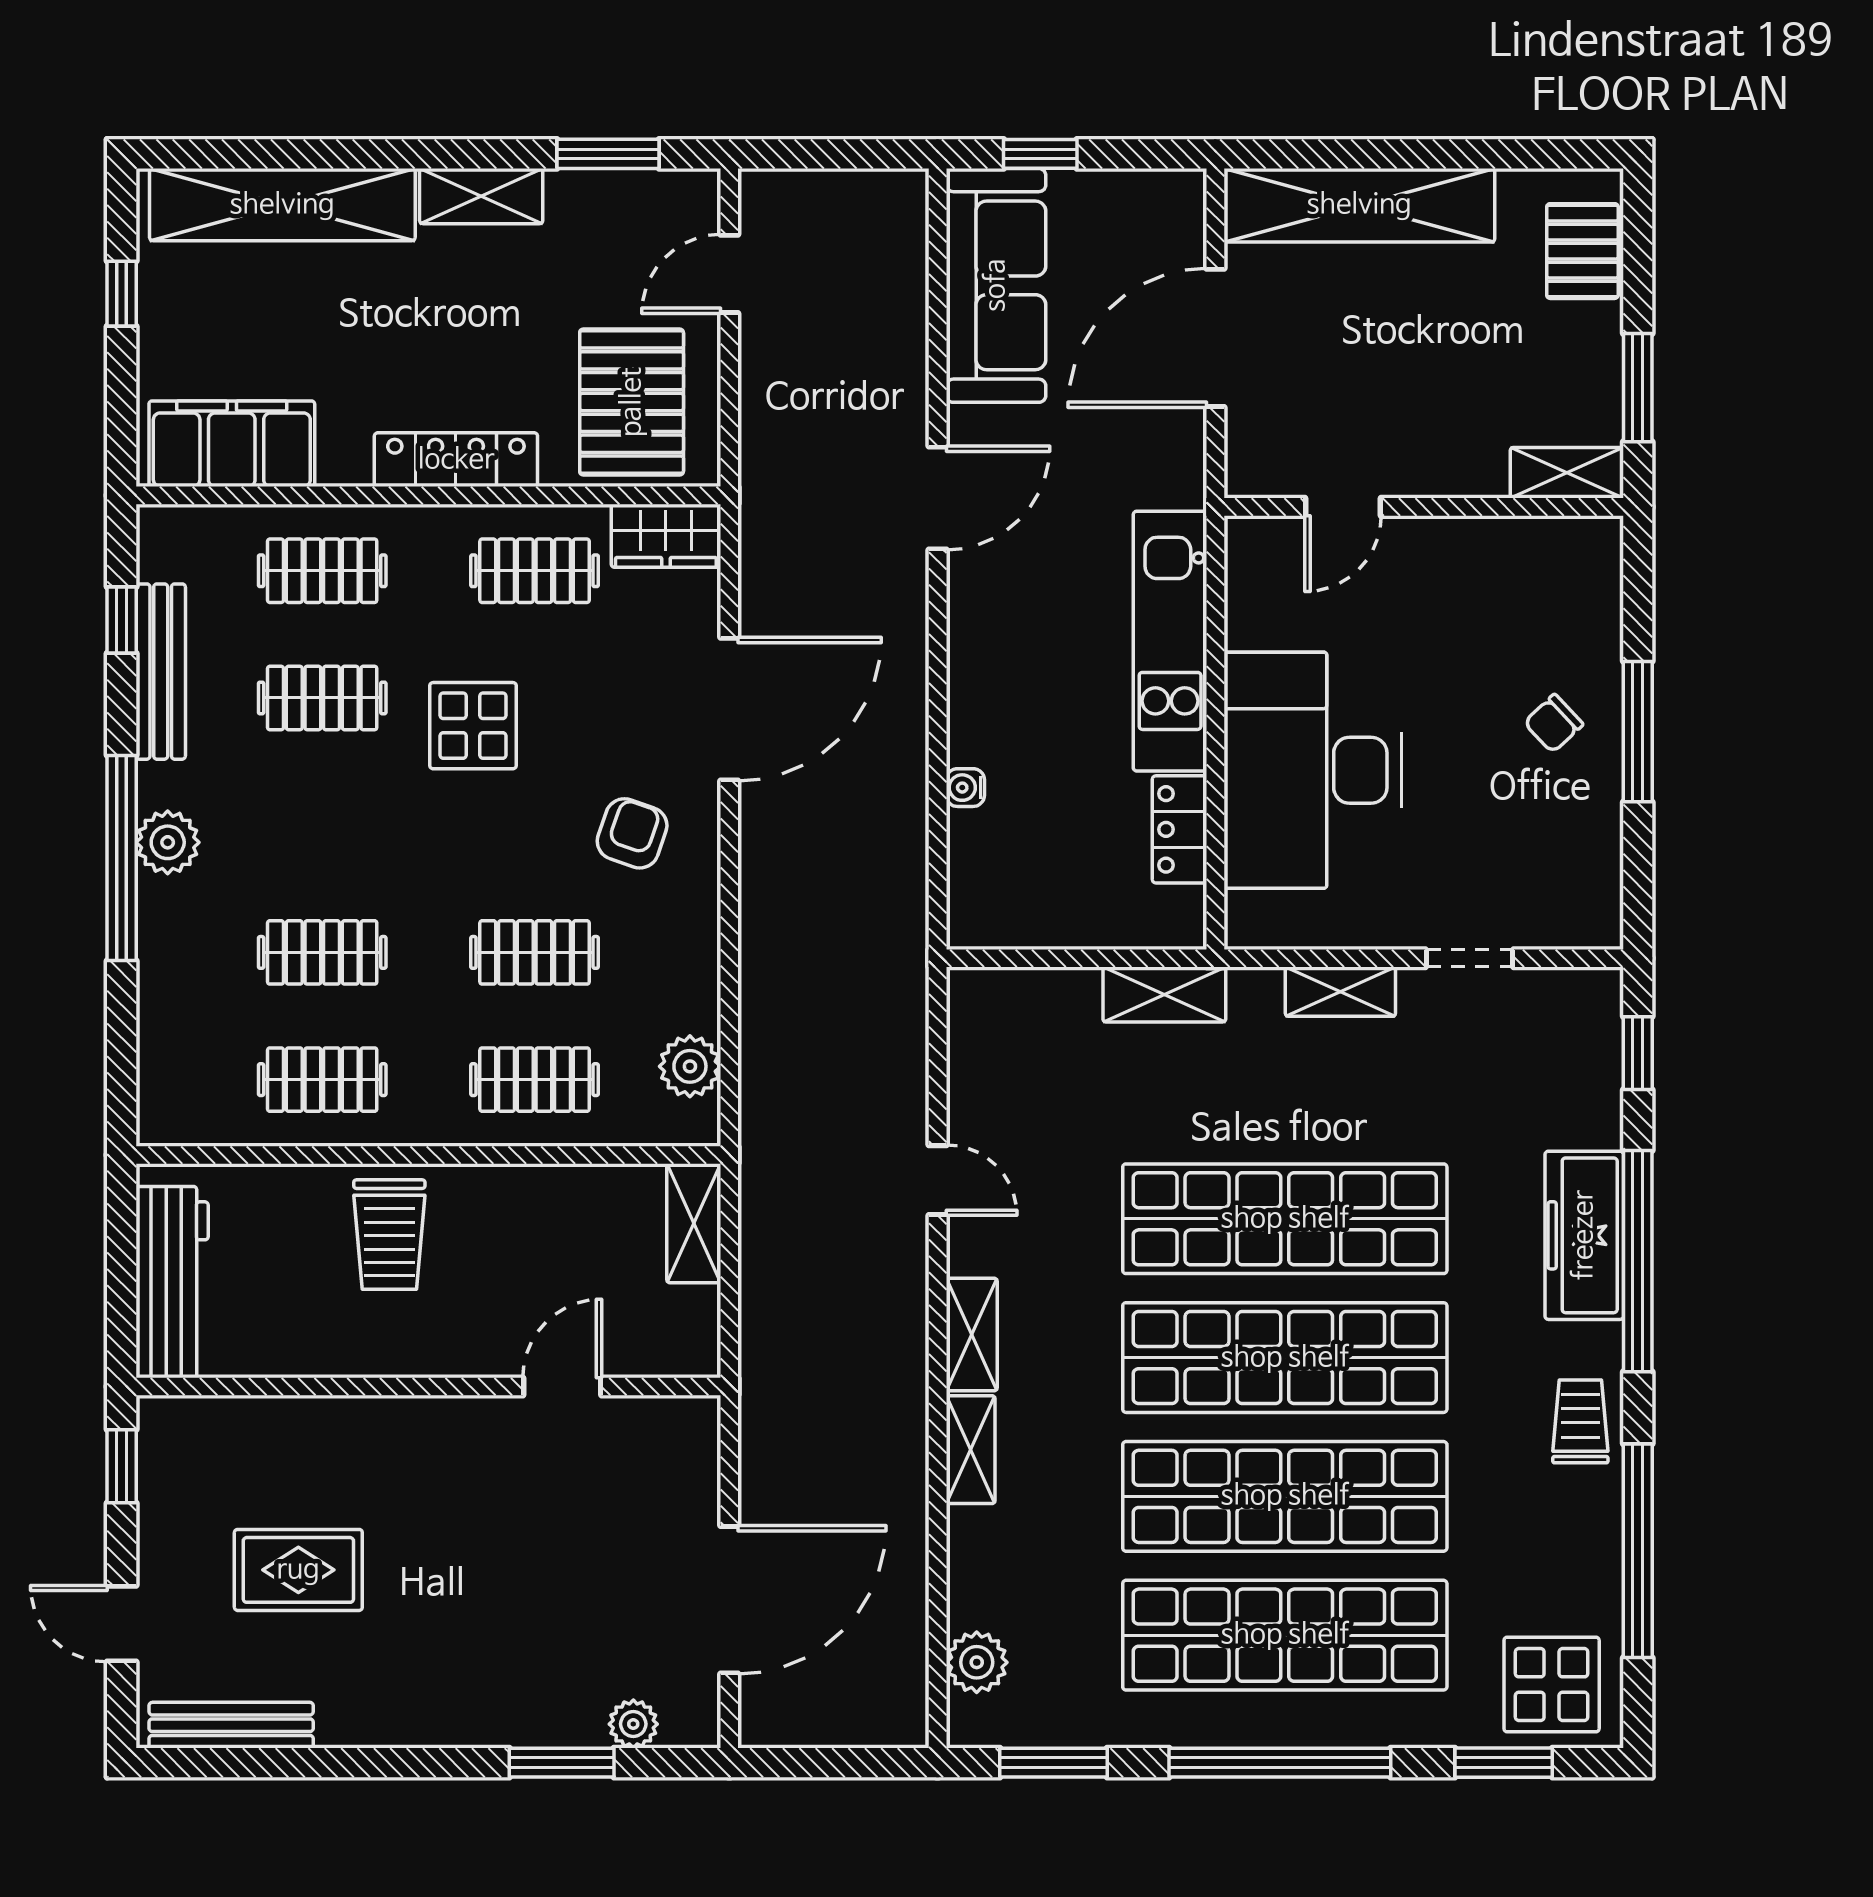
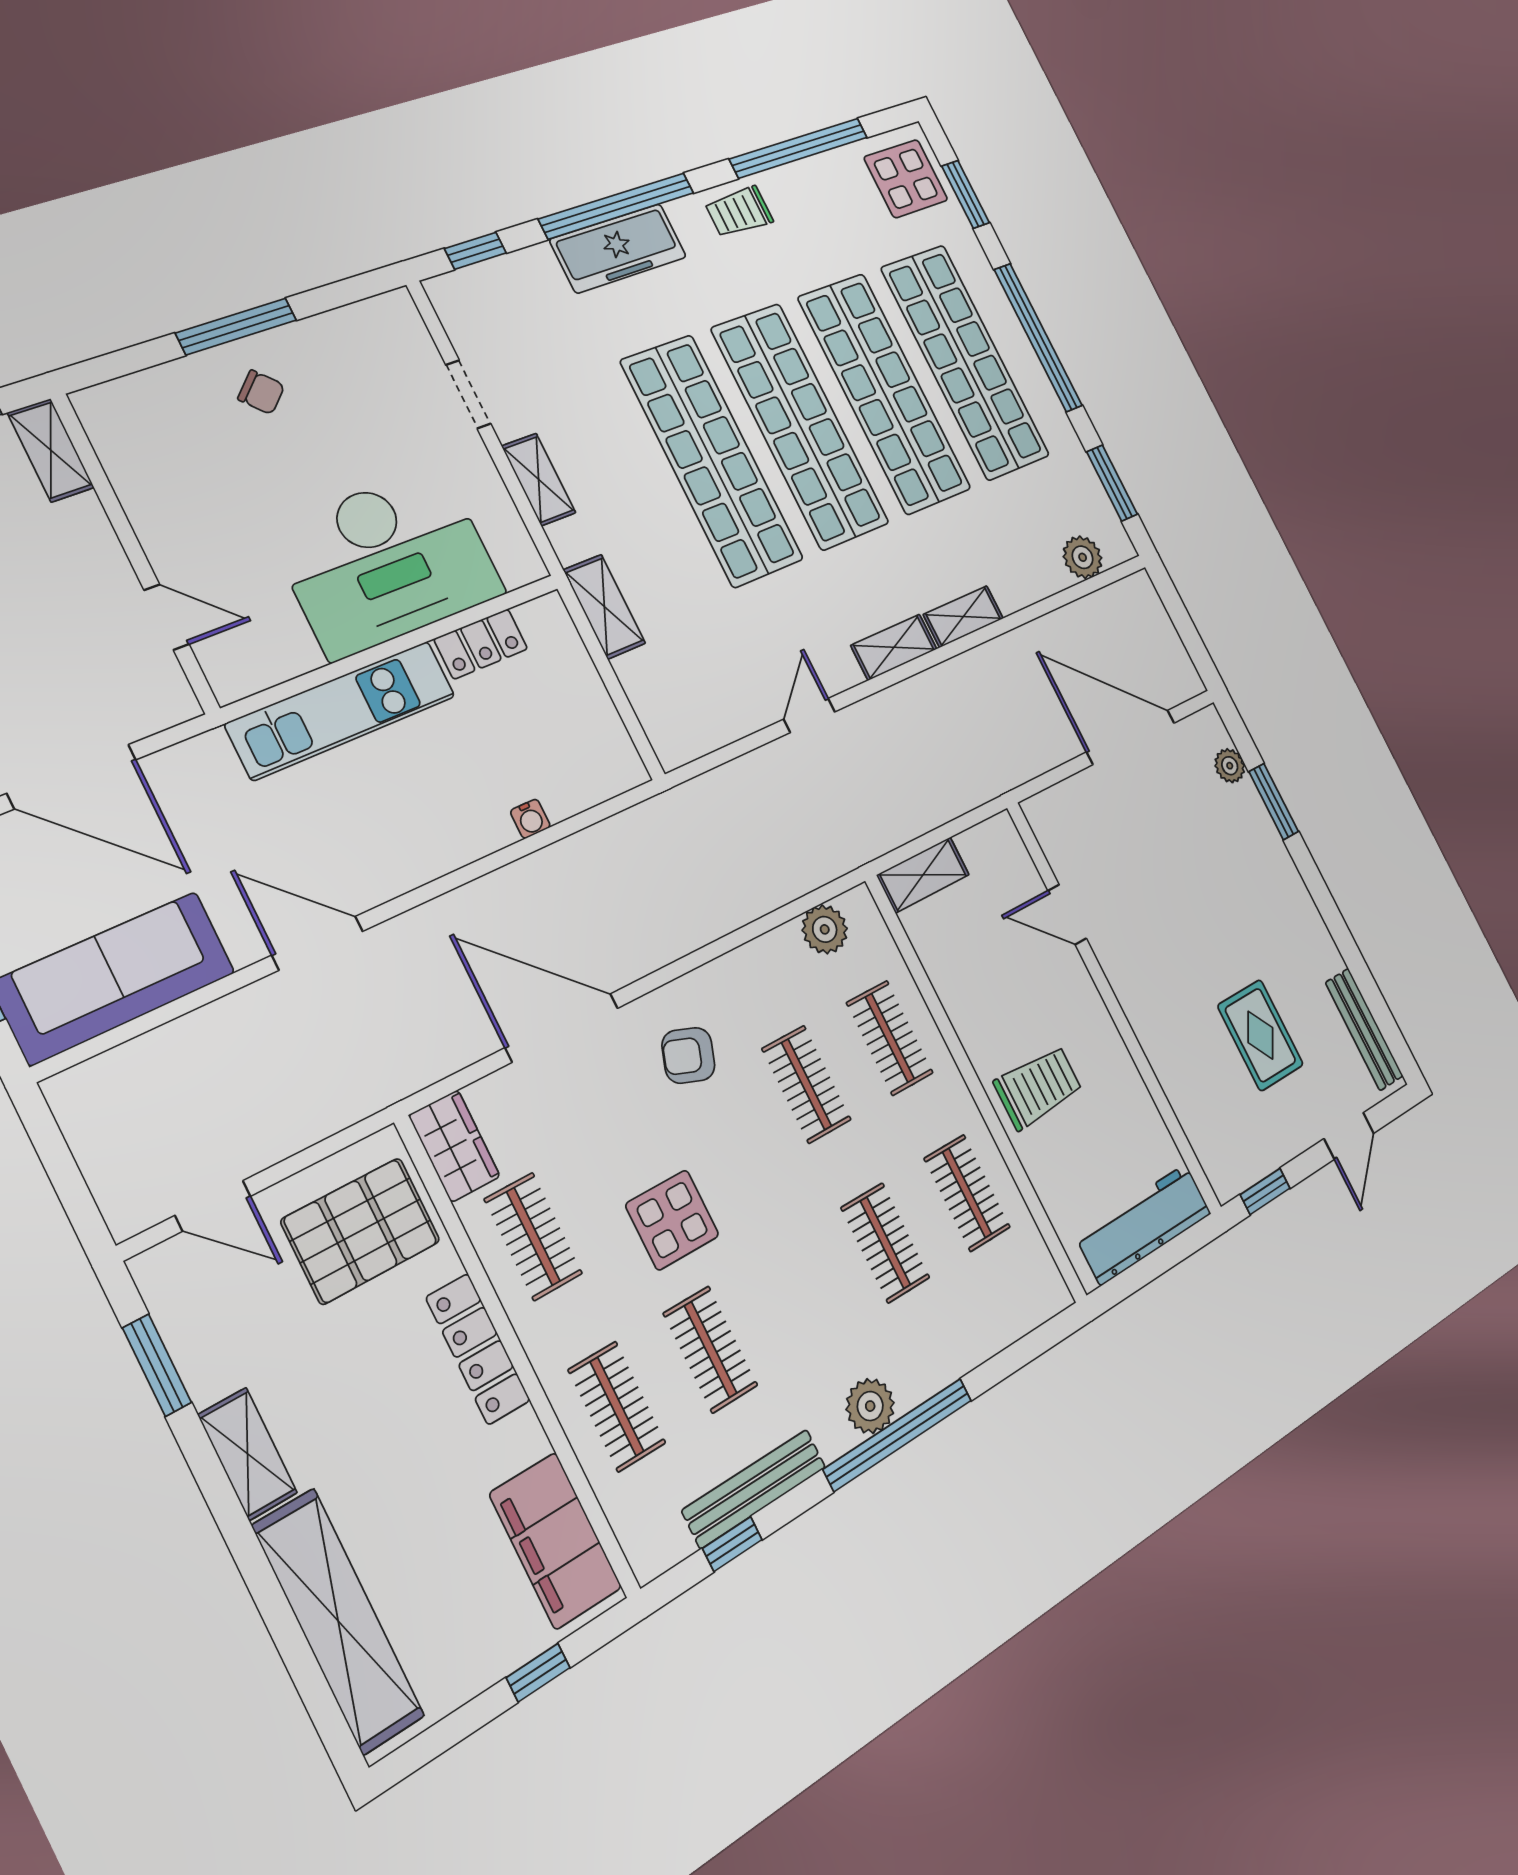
window: (122, 294) -> (538, 1673), moved

